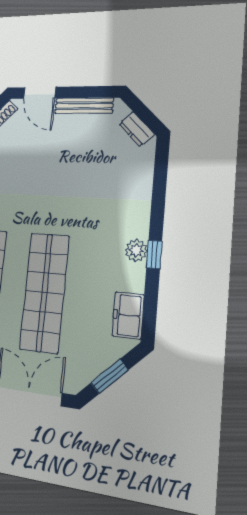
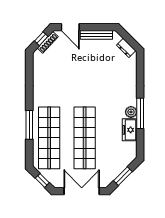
window: (154, 255) -> (140, 113), width x2.17
freezer: (128, 315) -> (130, 130), moved

